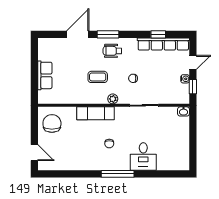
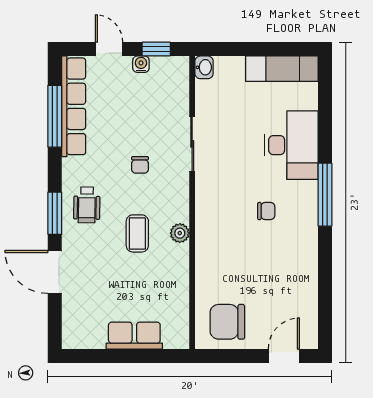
window: (158, 34) -> (55, 116), width x2.17
plant: (113, 99) -> (180, 233), moved
exam couch: (96, 113) -> (282, 69), moved, turned 90
desk: (143, 156) -> (291, 145), width x1.37

